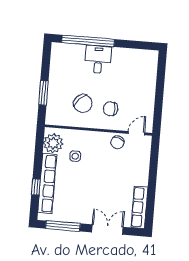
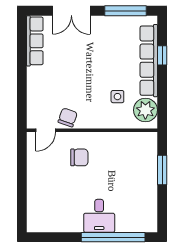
chair: (83, 103) -> (113, 161), removed

